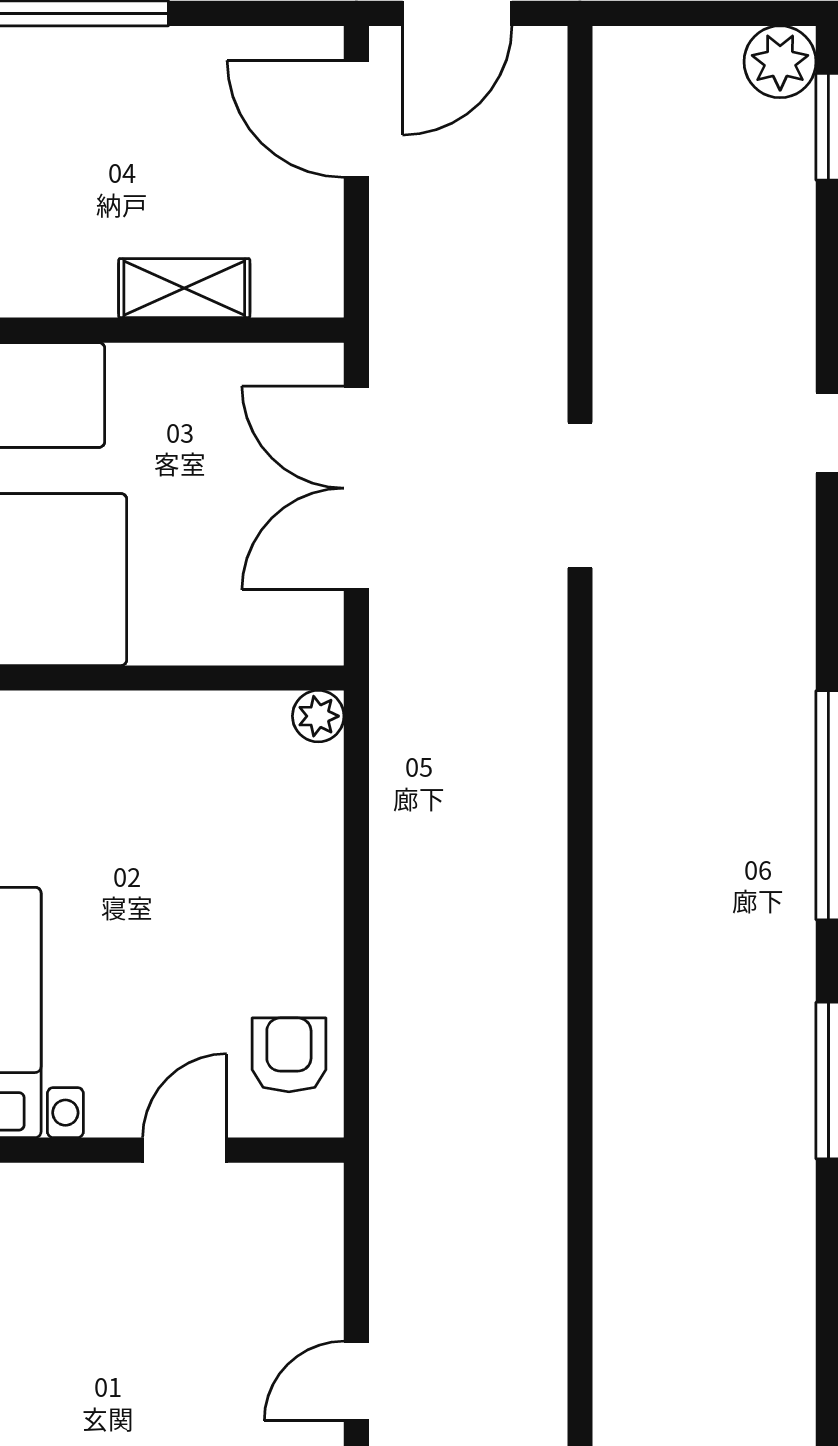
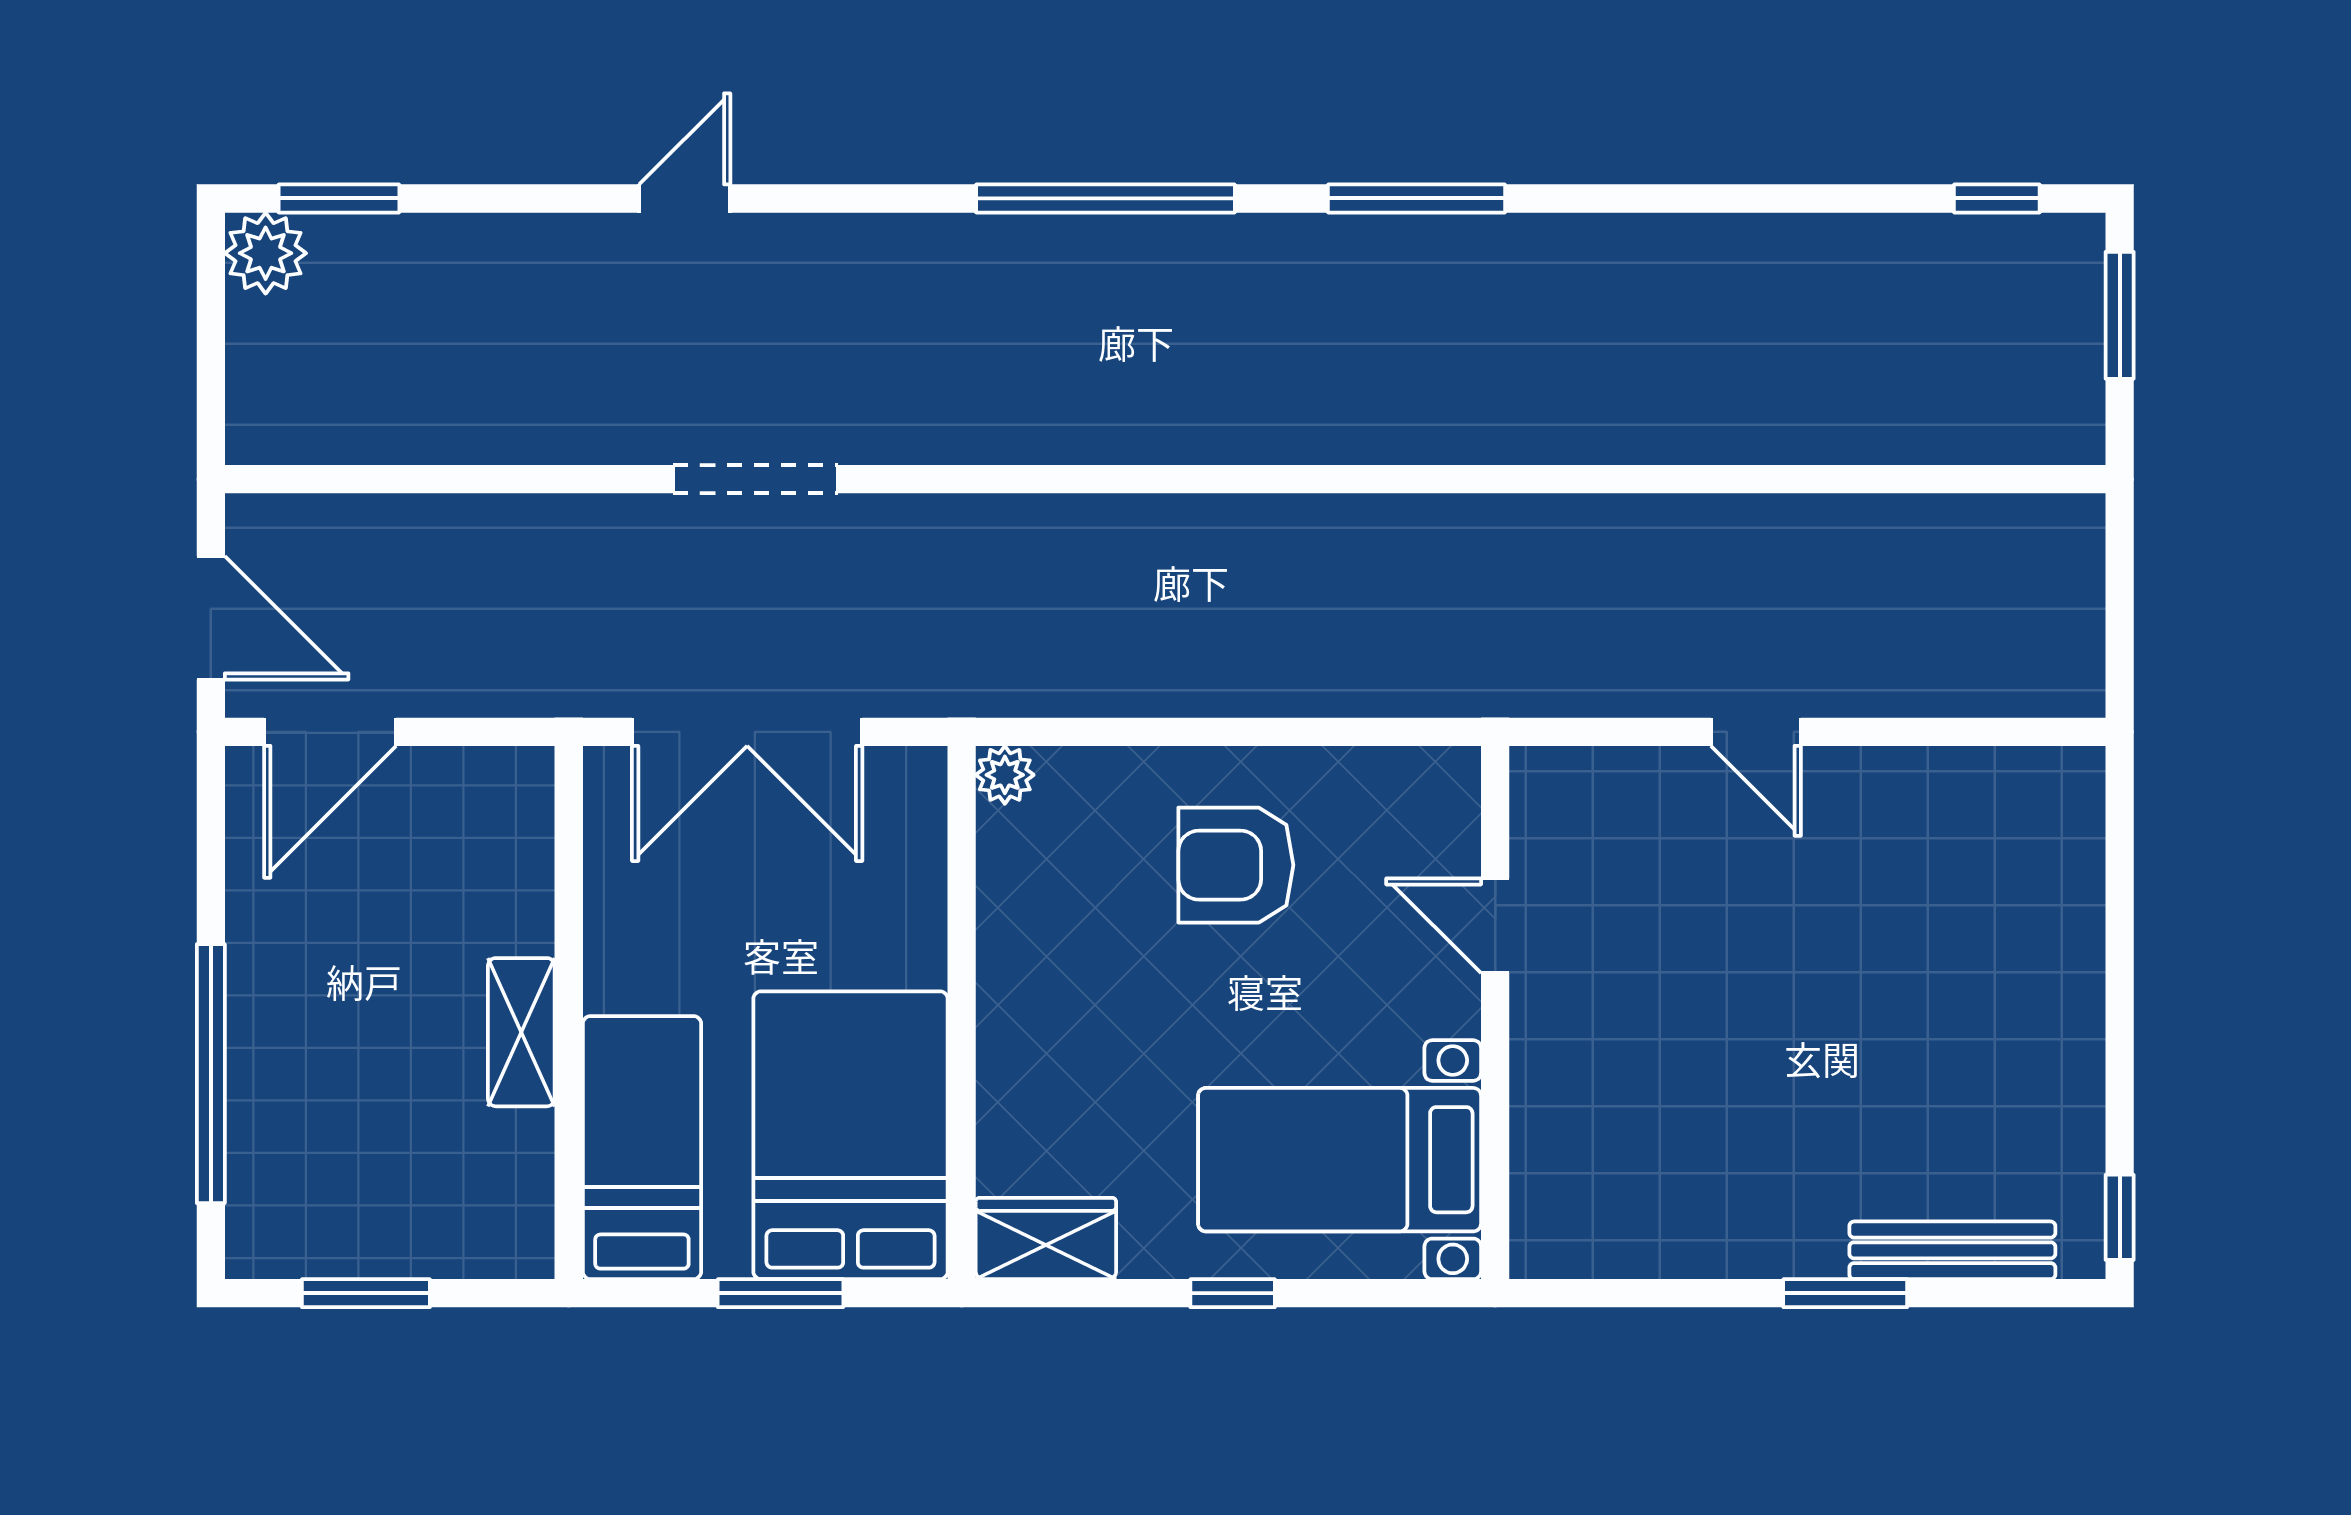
shelving: (184, 288) -> (521, 1032), moved
armchair: (289, 1055) -> (1236, 865), moved, width x1.38, depth x1.38

